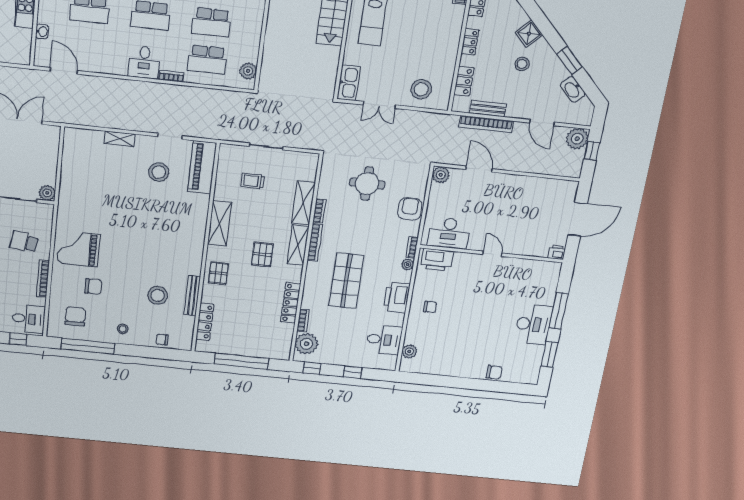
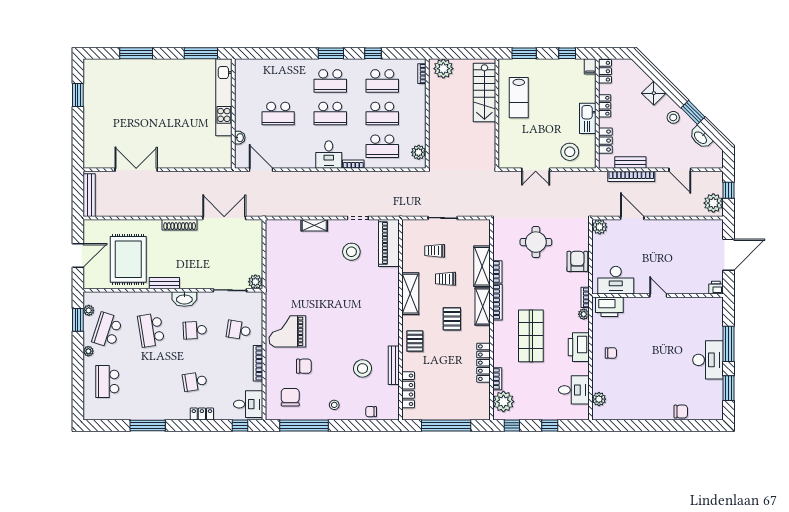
stool: (522, 64) -> (673, 117), moved
kitchen sink: (349, 83) -> (588, 118), moved, turned 180
plant: (577, 139) -> (713, 203), moved
trolley: (261, 212) -> (446, 279), added

